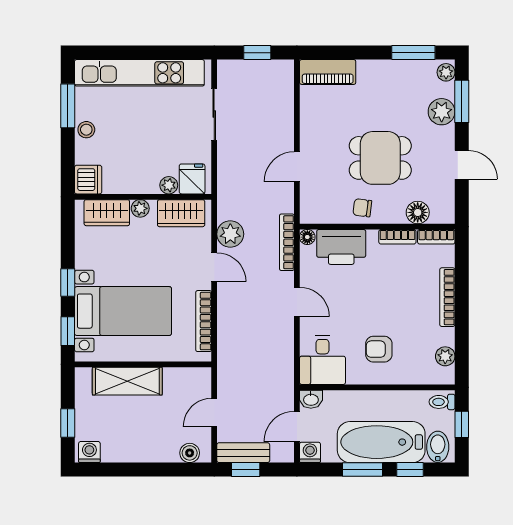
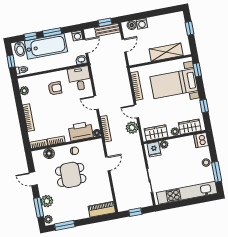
window: (68, 283) -> (204, 106), moved
washing machine: (89, 452) -> (142, 24), moved

